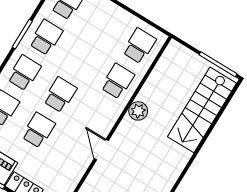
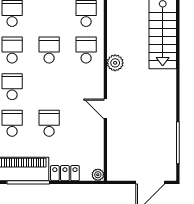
school desk: (60, 95) -> (49, 50), moved

